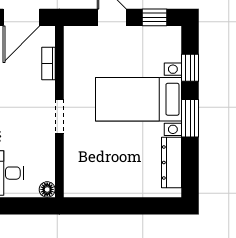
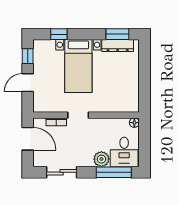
doorway: (59, 116) -> (78, 115), moved
window: (190, 118) -> (117, 34), moved

